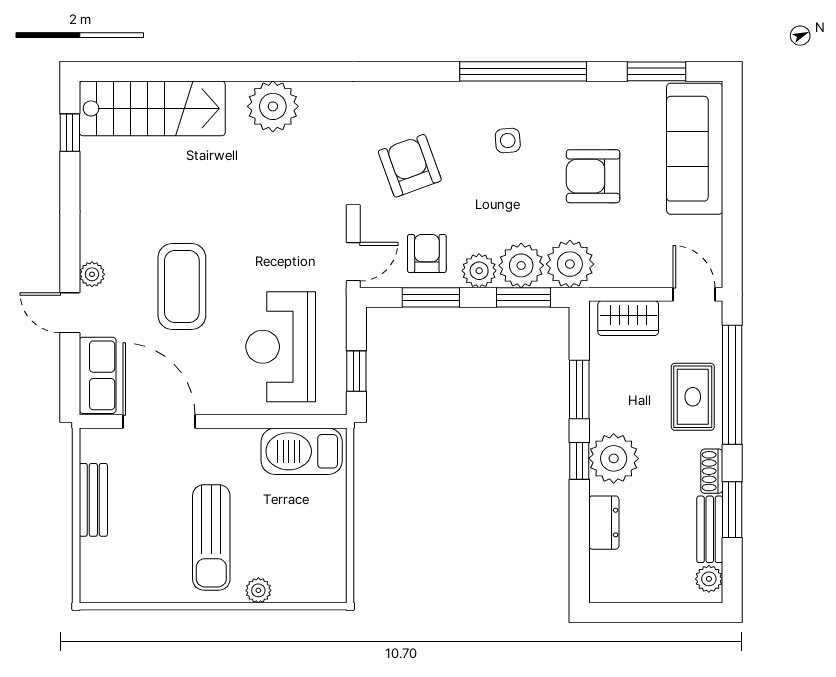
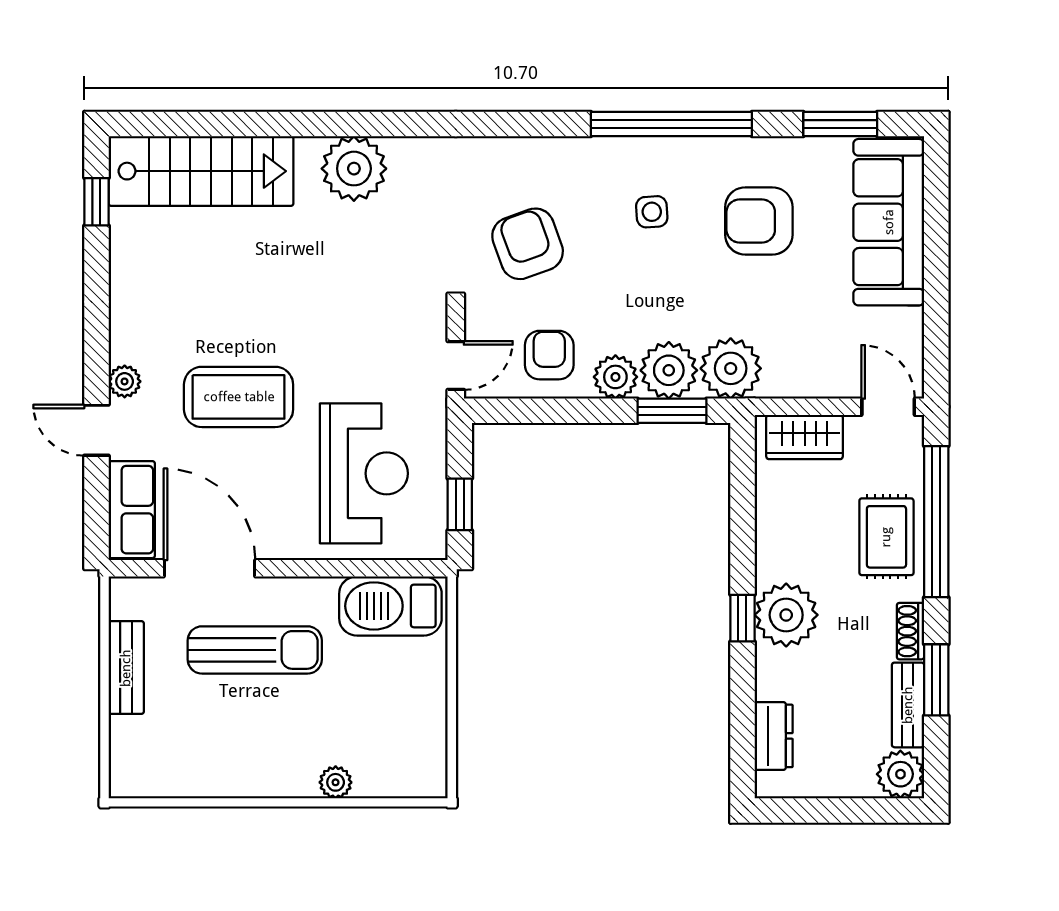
armchair: (593, 176) -> (759, 221), moved
coffee table: (182, 287) -> (239, 397), turned 90
window: (431, 297) -> (554, 411), removed
reception desk: (281, 347) -> (364, 473), turned 180
window: (579, 389) -> (742, 528), removed
dresser: (604, 523) -> (774, 736), moved
sun lounger: (211, 537) -> (255, 650), moved, turned -90
plant: (709, 579) -> (900, 774), width x1.38, depth x1.38

